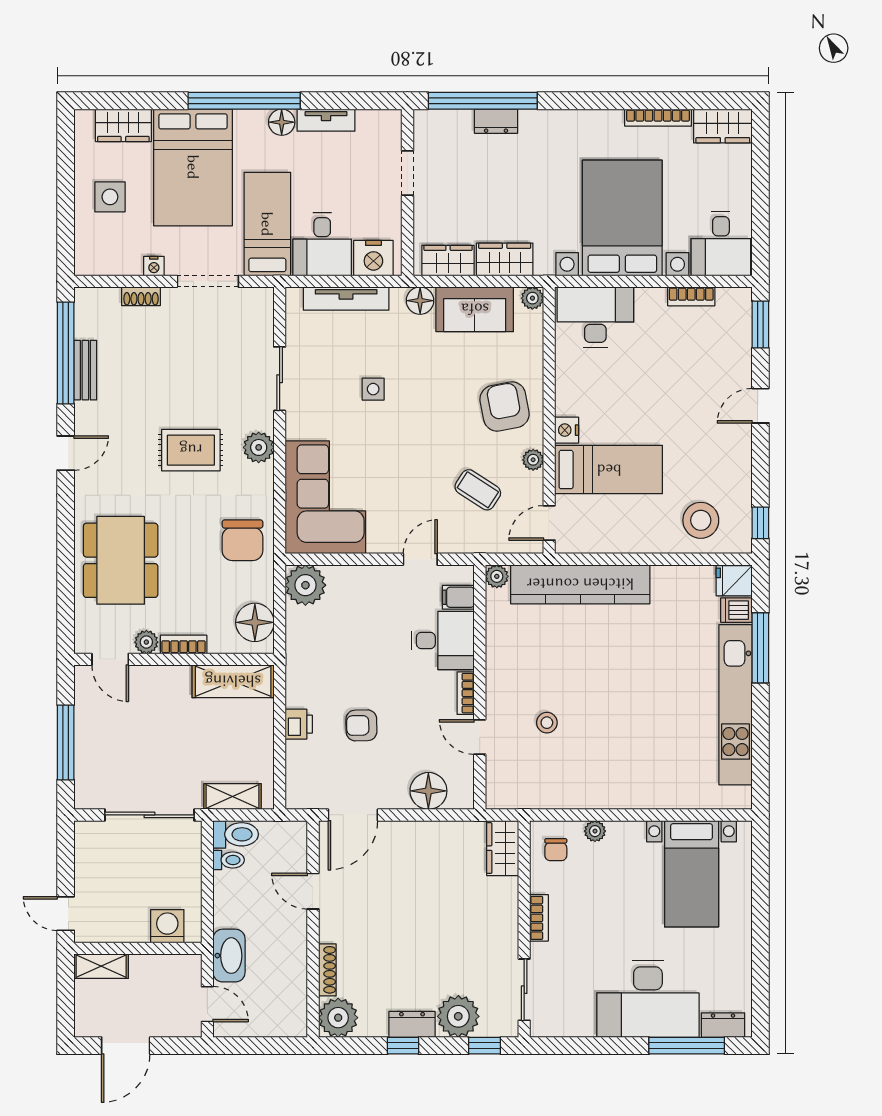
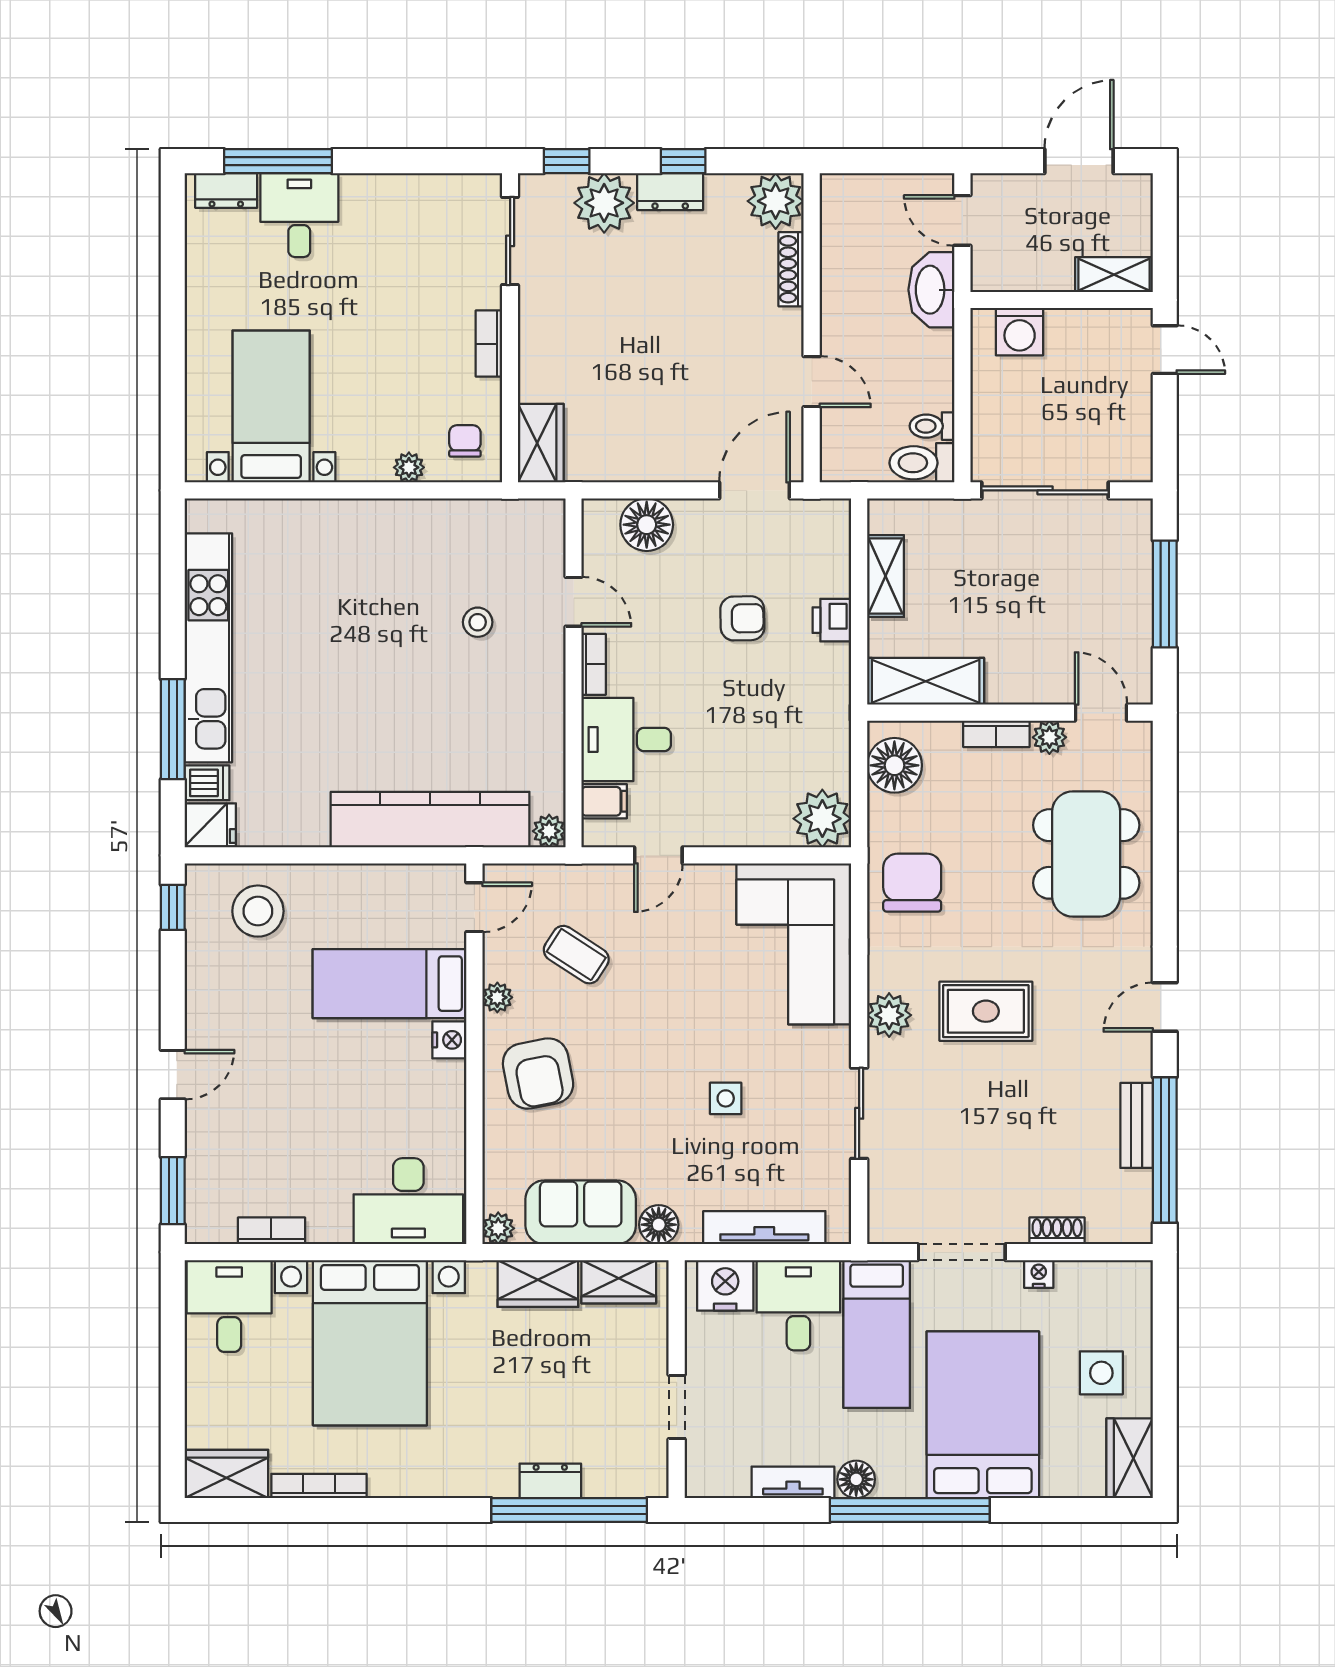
wardrobe: (123, 125) -> (1130, 1458), moved, turned -90
shelving: (233, 797) -> (886, 576), moved, turned 90
desk: (648, 999) -> (299, 215), width x0.53, depth x0.77

